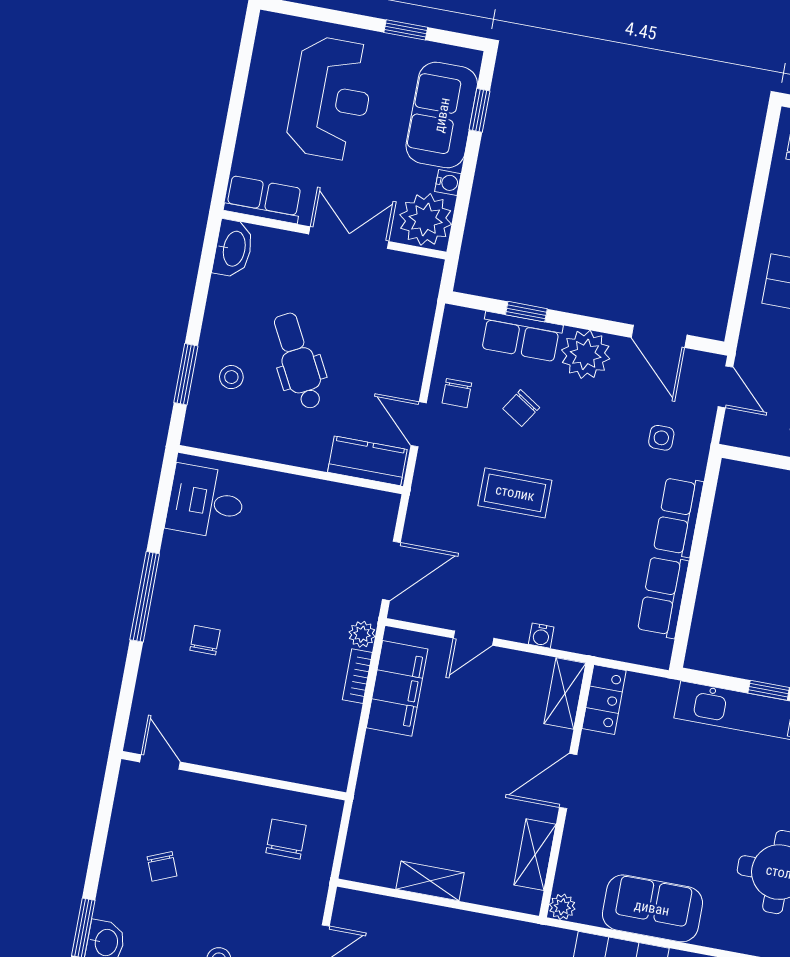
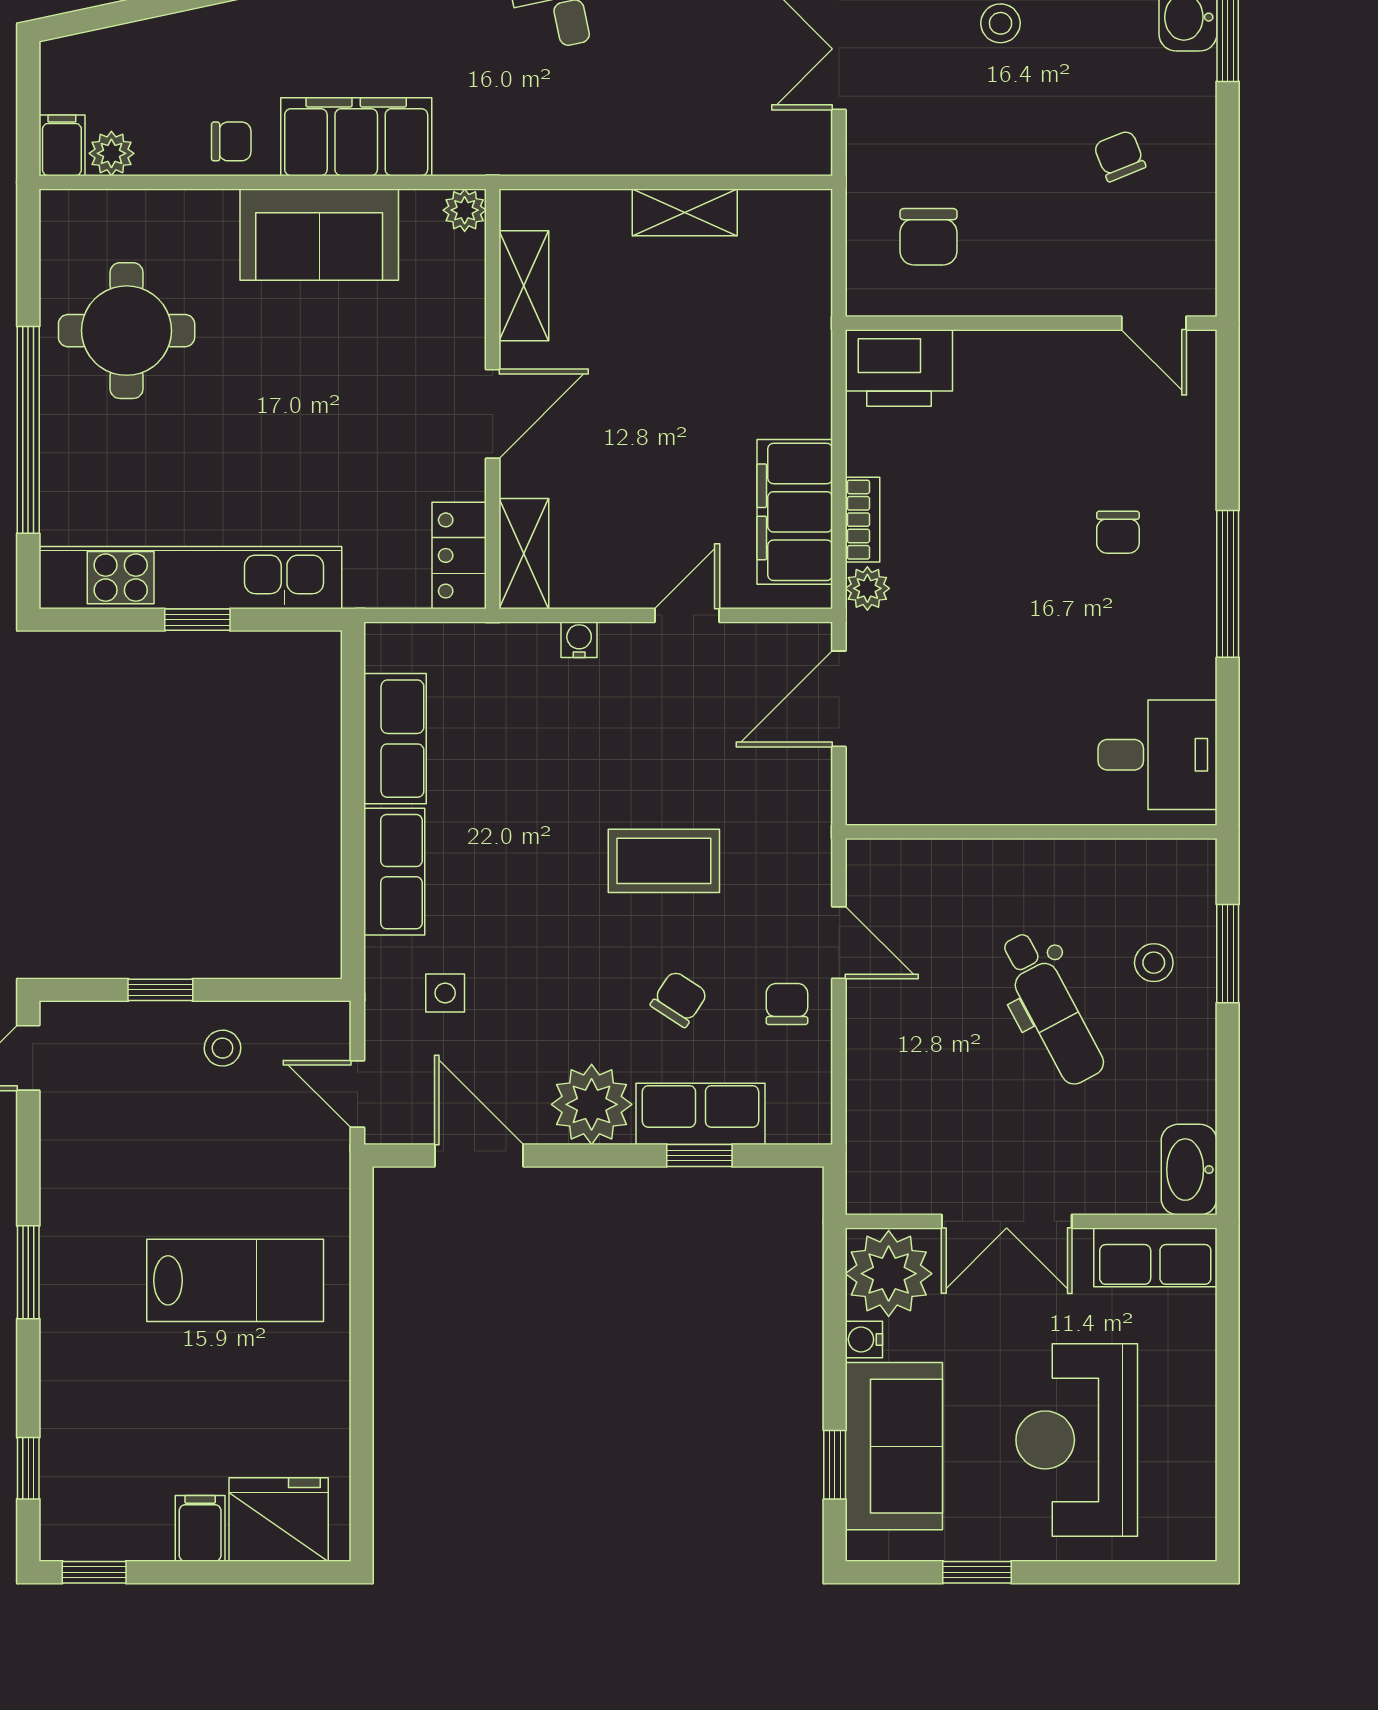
kitchen counter: (367, 461) -> (910, 869), removed
printer: (318, 763) -> (899, 368), added

